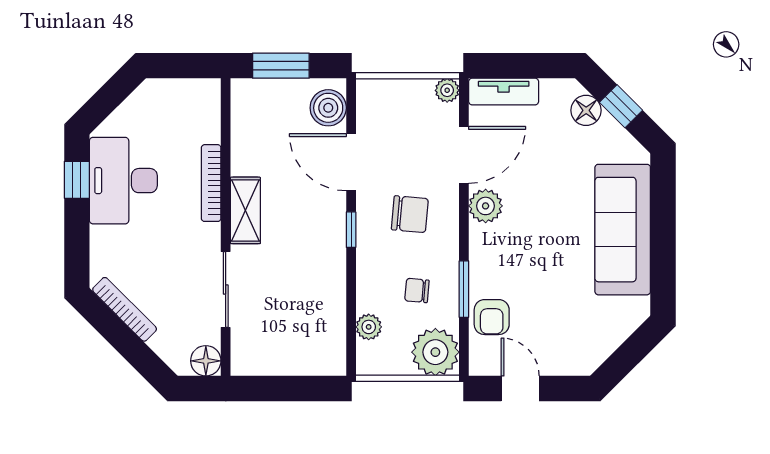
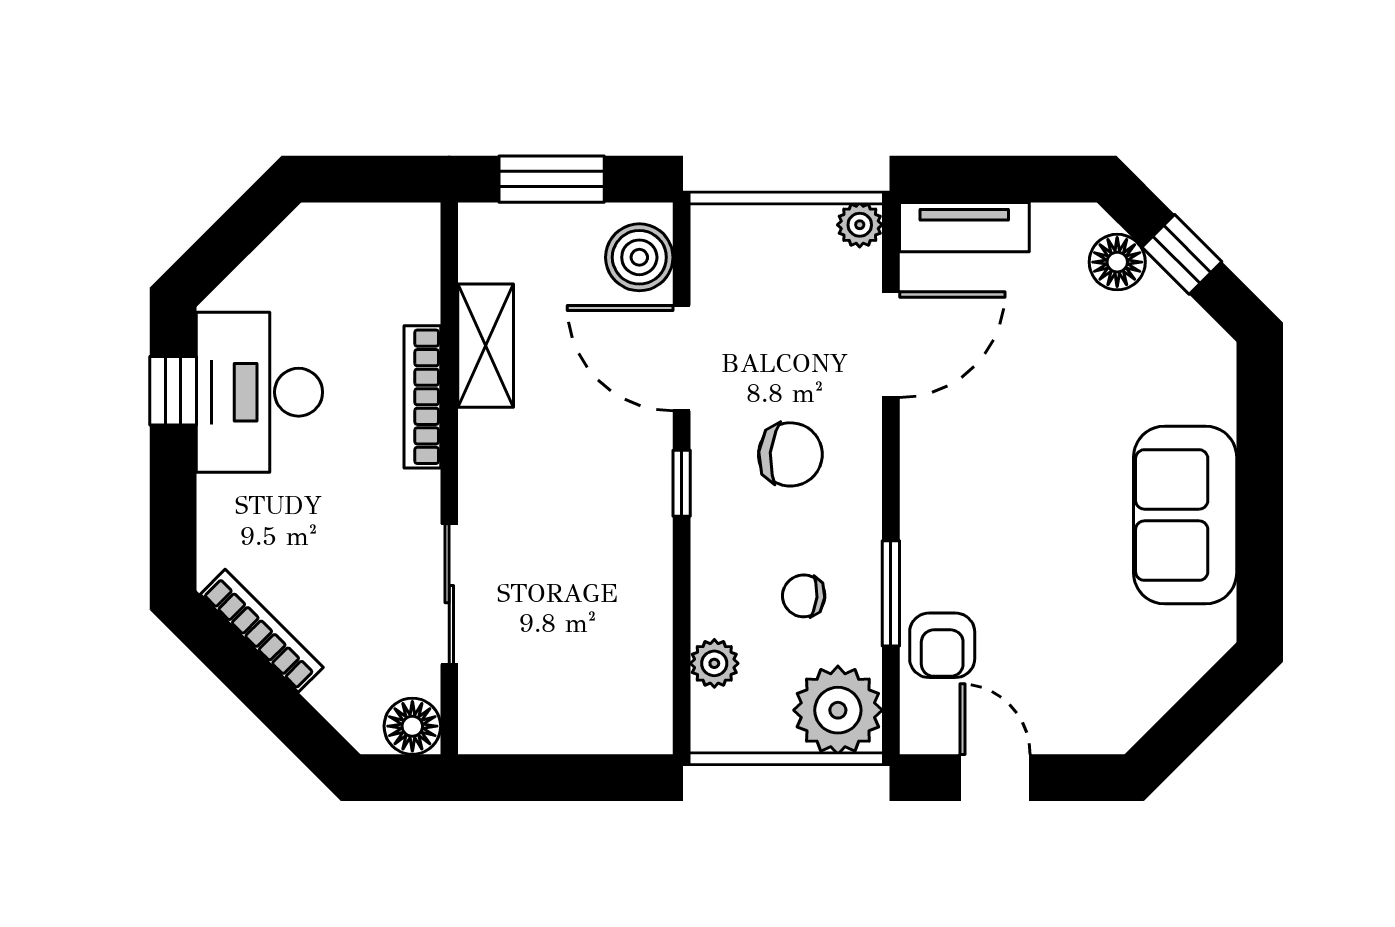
plant: (486, 206) -> (931, 439), removed
shelving: (245, 210) -> (486, 346), moved
sofa: (623, 230) -> (1185, 515), width x0.73

